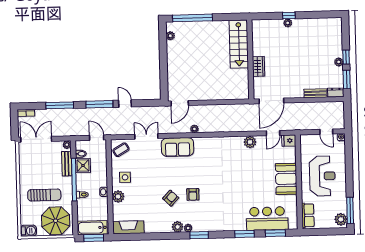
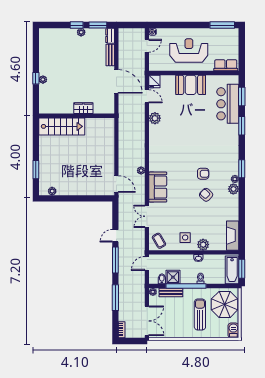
window: (192, 18) -> (36, 170), width x0.47
door: (271, 101) -> (116, 81), moved
double door: (36, 139) -> (147, 321), swing flipped
plant: (341, 219) -> (230, 34), removed

